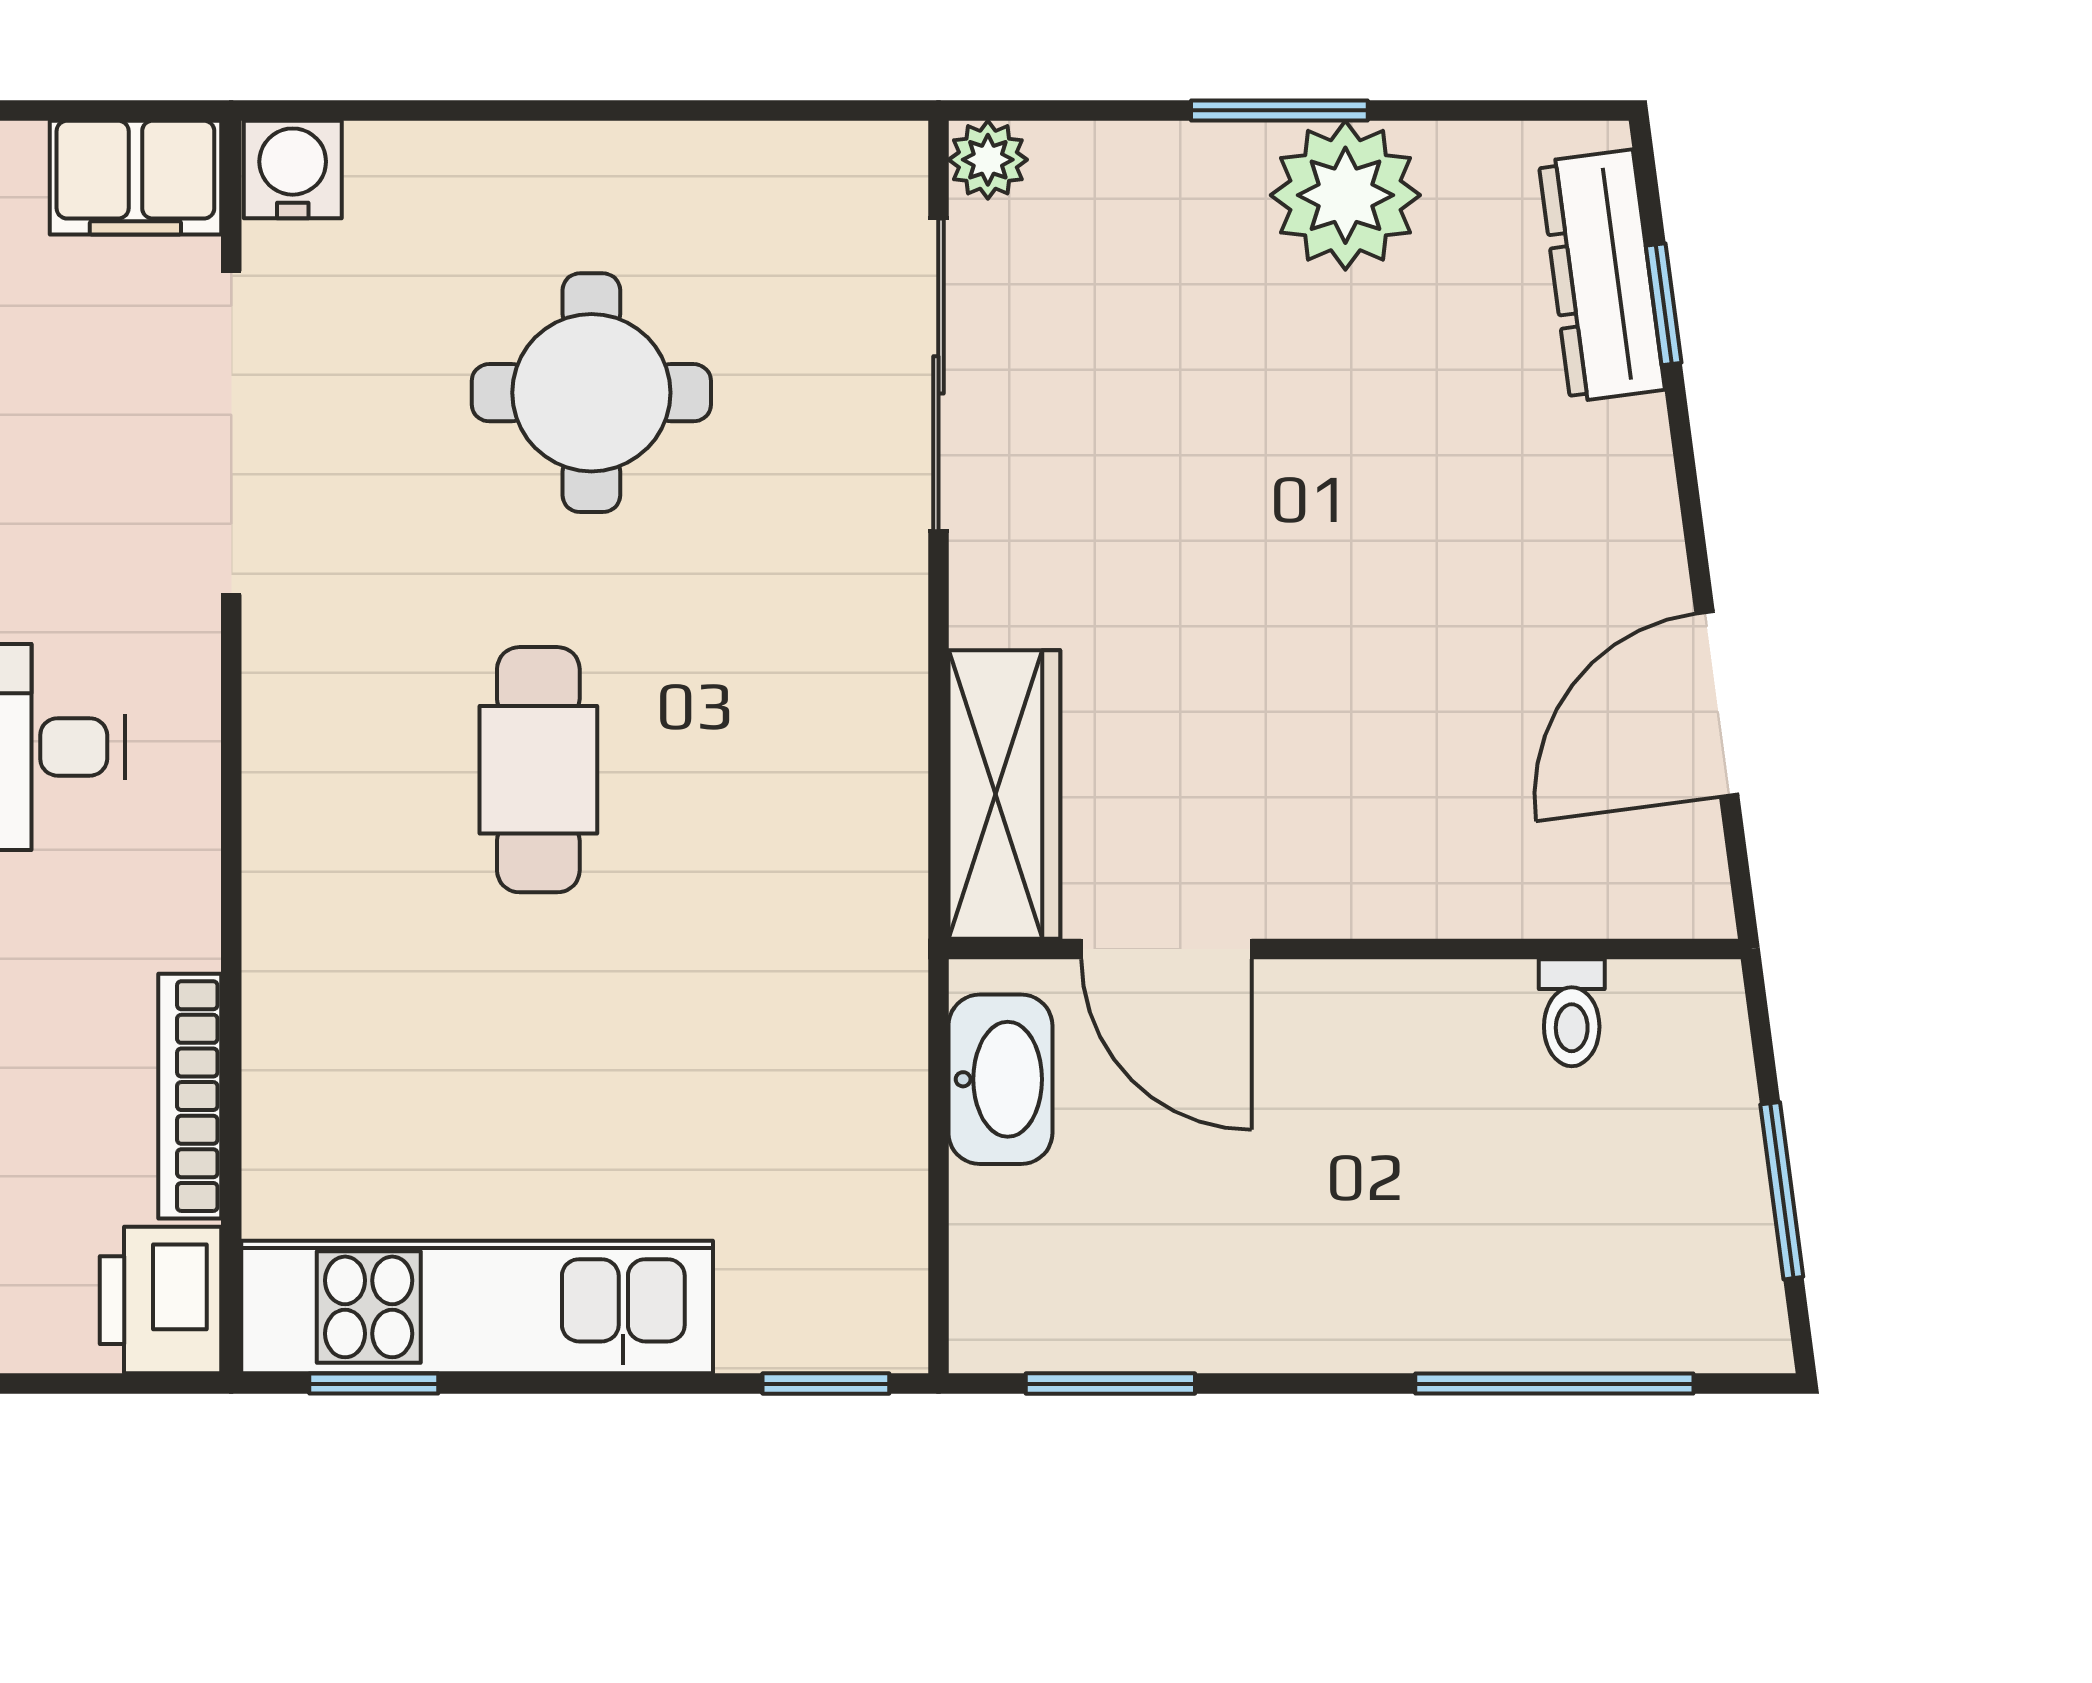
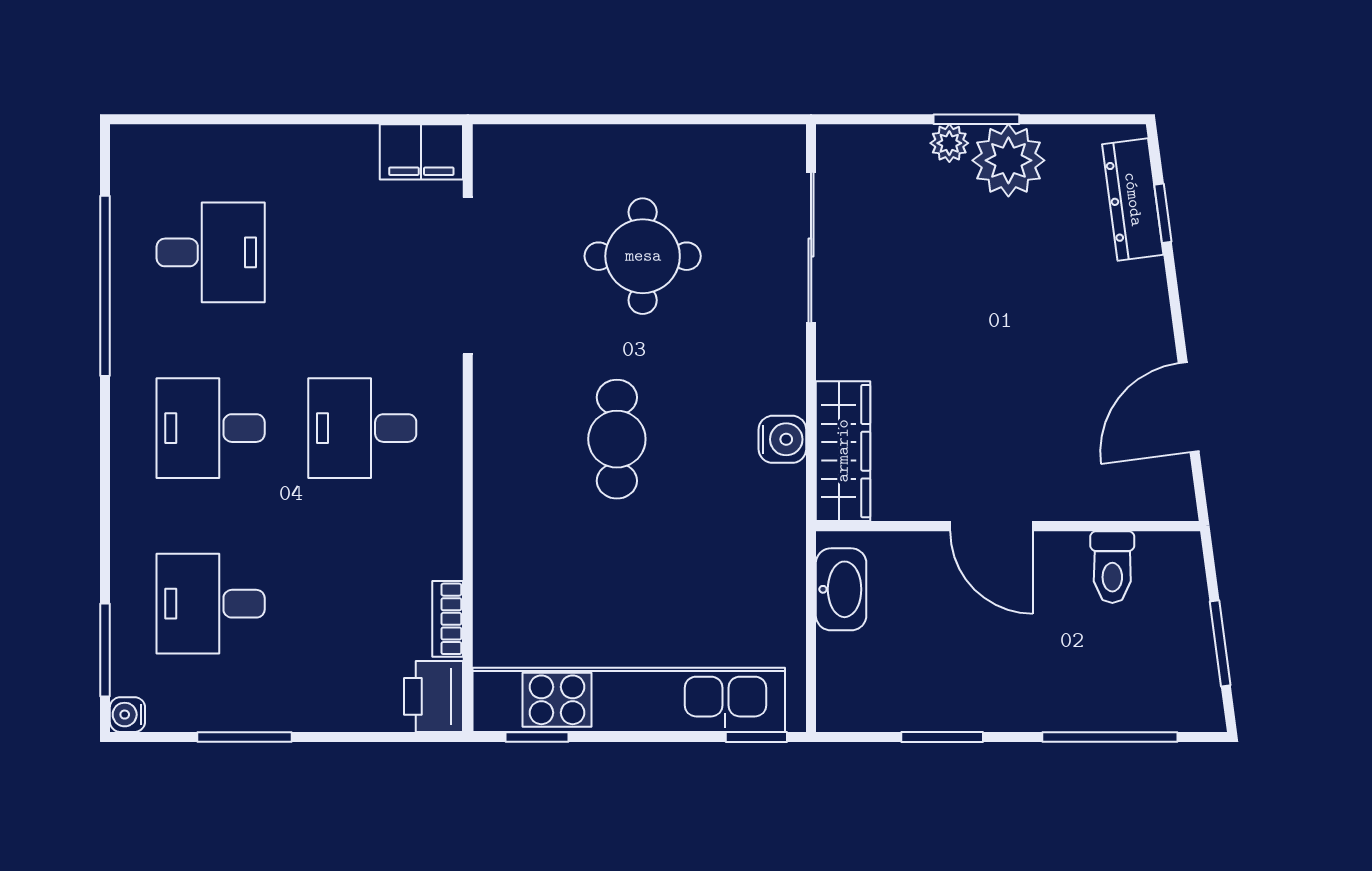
plant: (988, 160) -> (949, 143), moved
water cooler: (293, 169) -> (782, 439), moved, turned 90
door: (1166, 949) -> (992, 526), moved
toilet: (1572, 1013) -> (1112, 567), width x1.37, depth x1.39
bookcase: (190, 1096) -> (448, 619), width x0.64
kitchen unit: (477, 1307) -> (629, 700), width x1.36
window: (1110, 1384) -> (942, 737), moved

